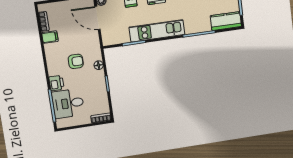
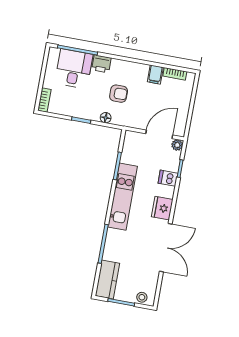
armchair: (76, 61) -> (119, 94), turned -90

